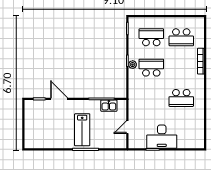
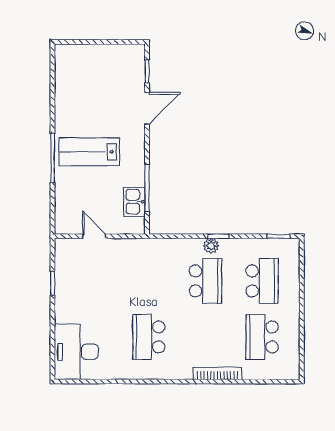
desk: (162, 137) -> (76, 352), moved

